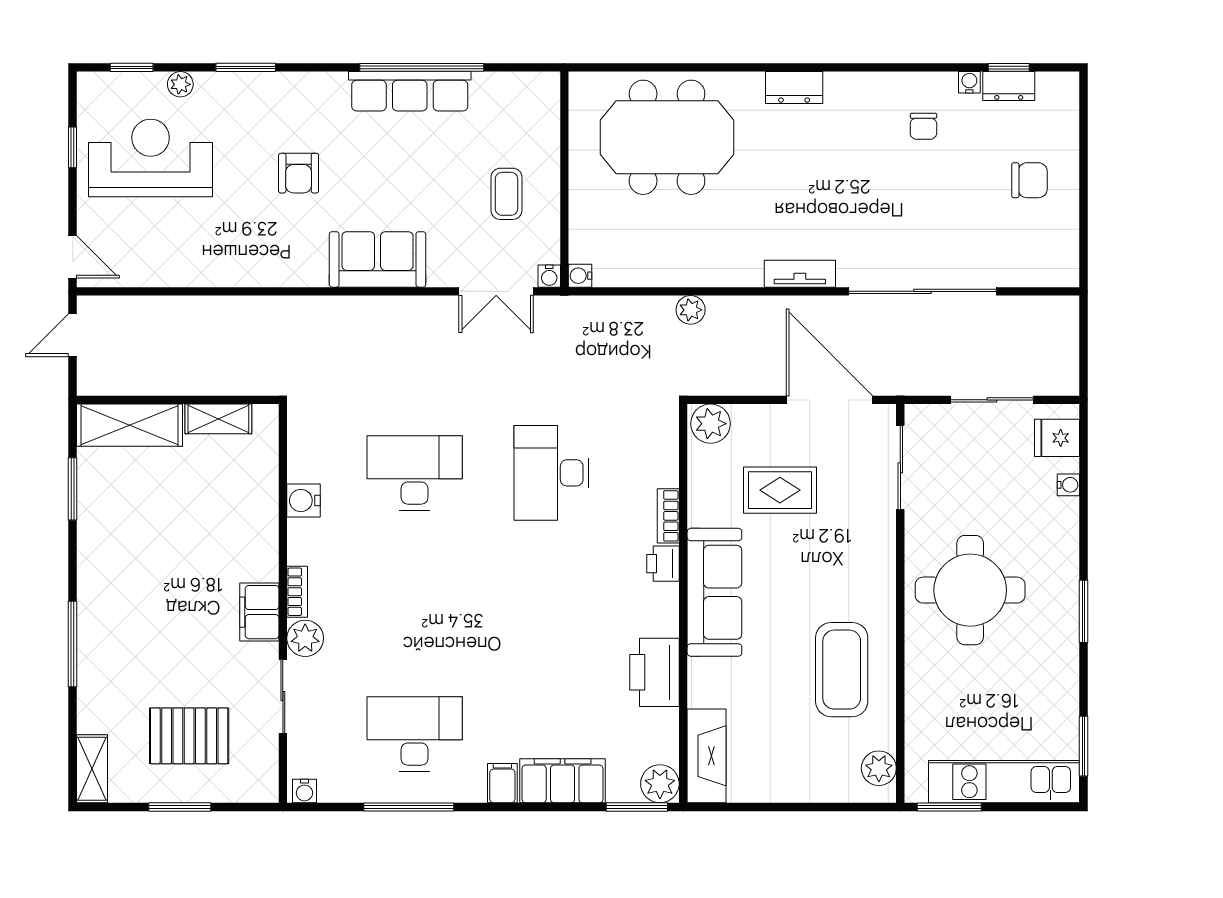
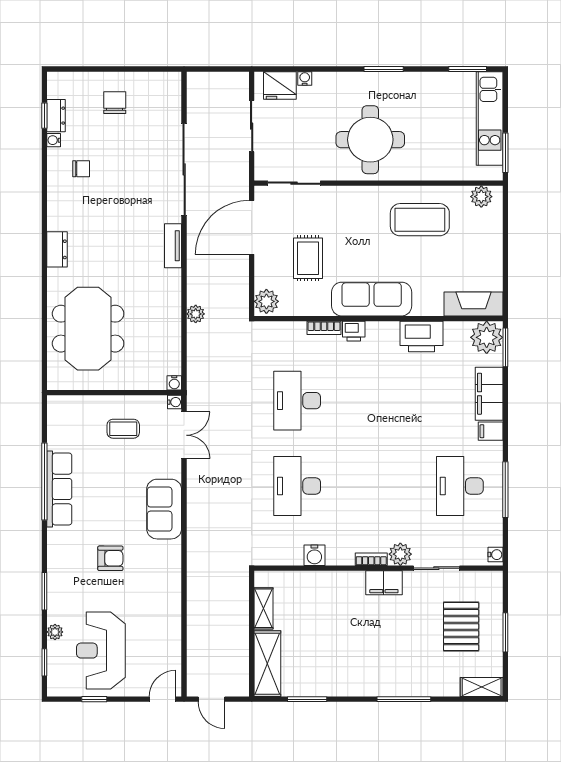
fridge: (1057, 438) -> (280, 85), width x1.38
desk: (551, 473) -> (297, 401), turned 90
plant: (660, 784) -> (487, 337), width x1.36, depth x1.36

